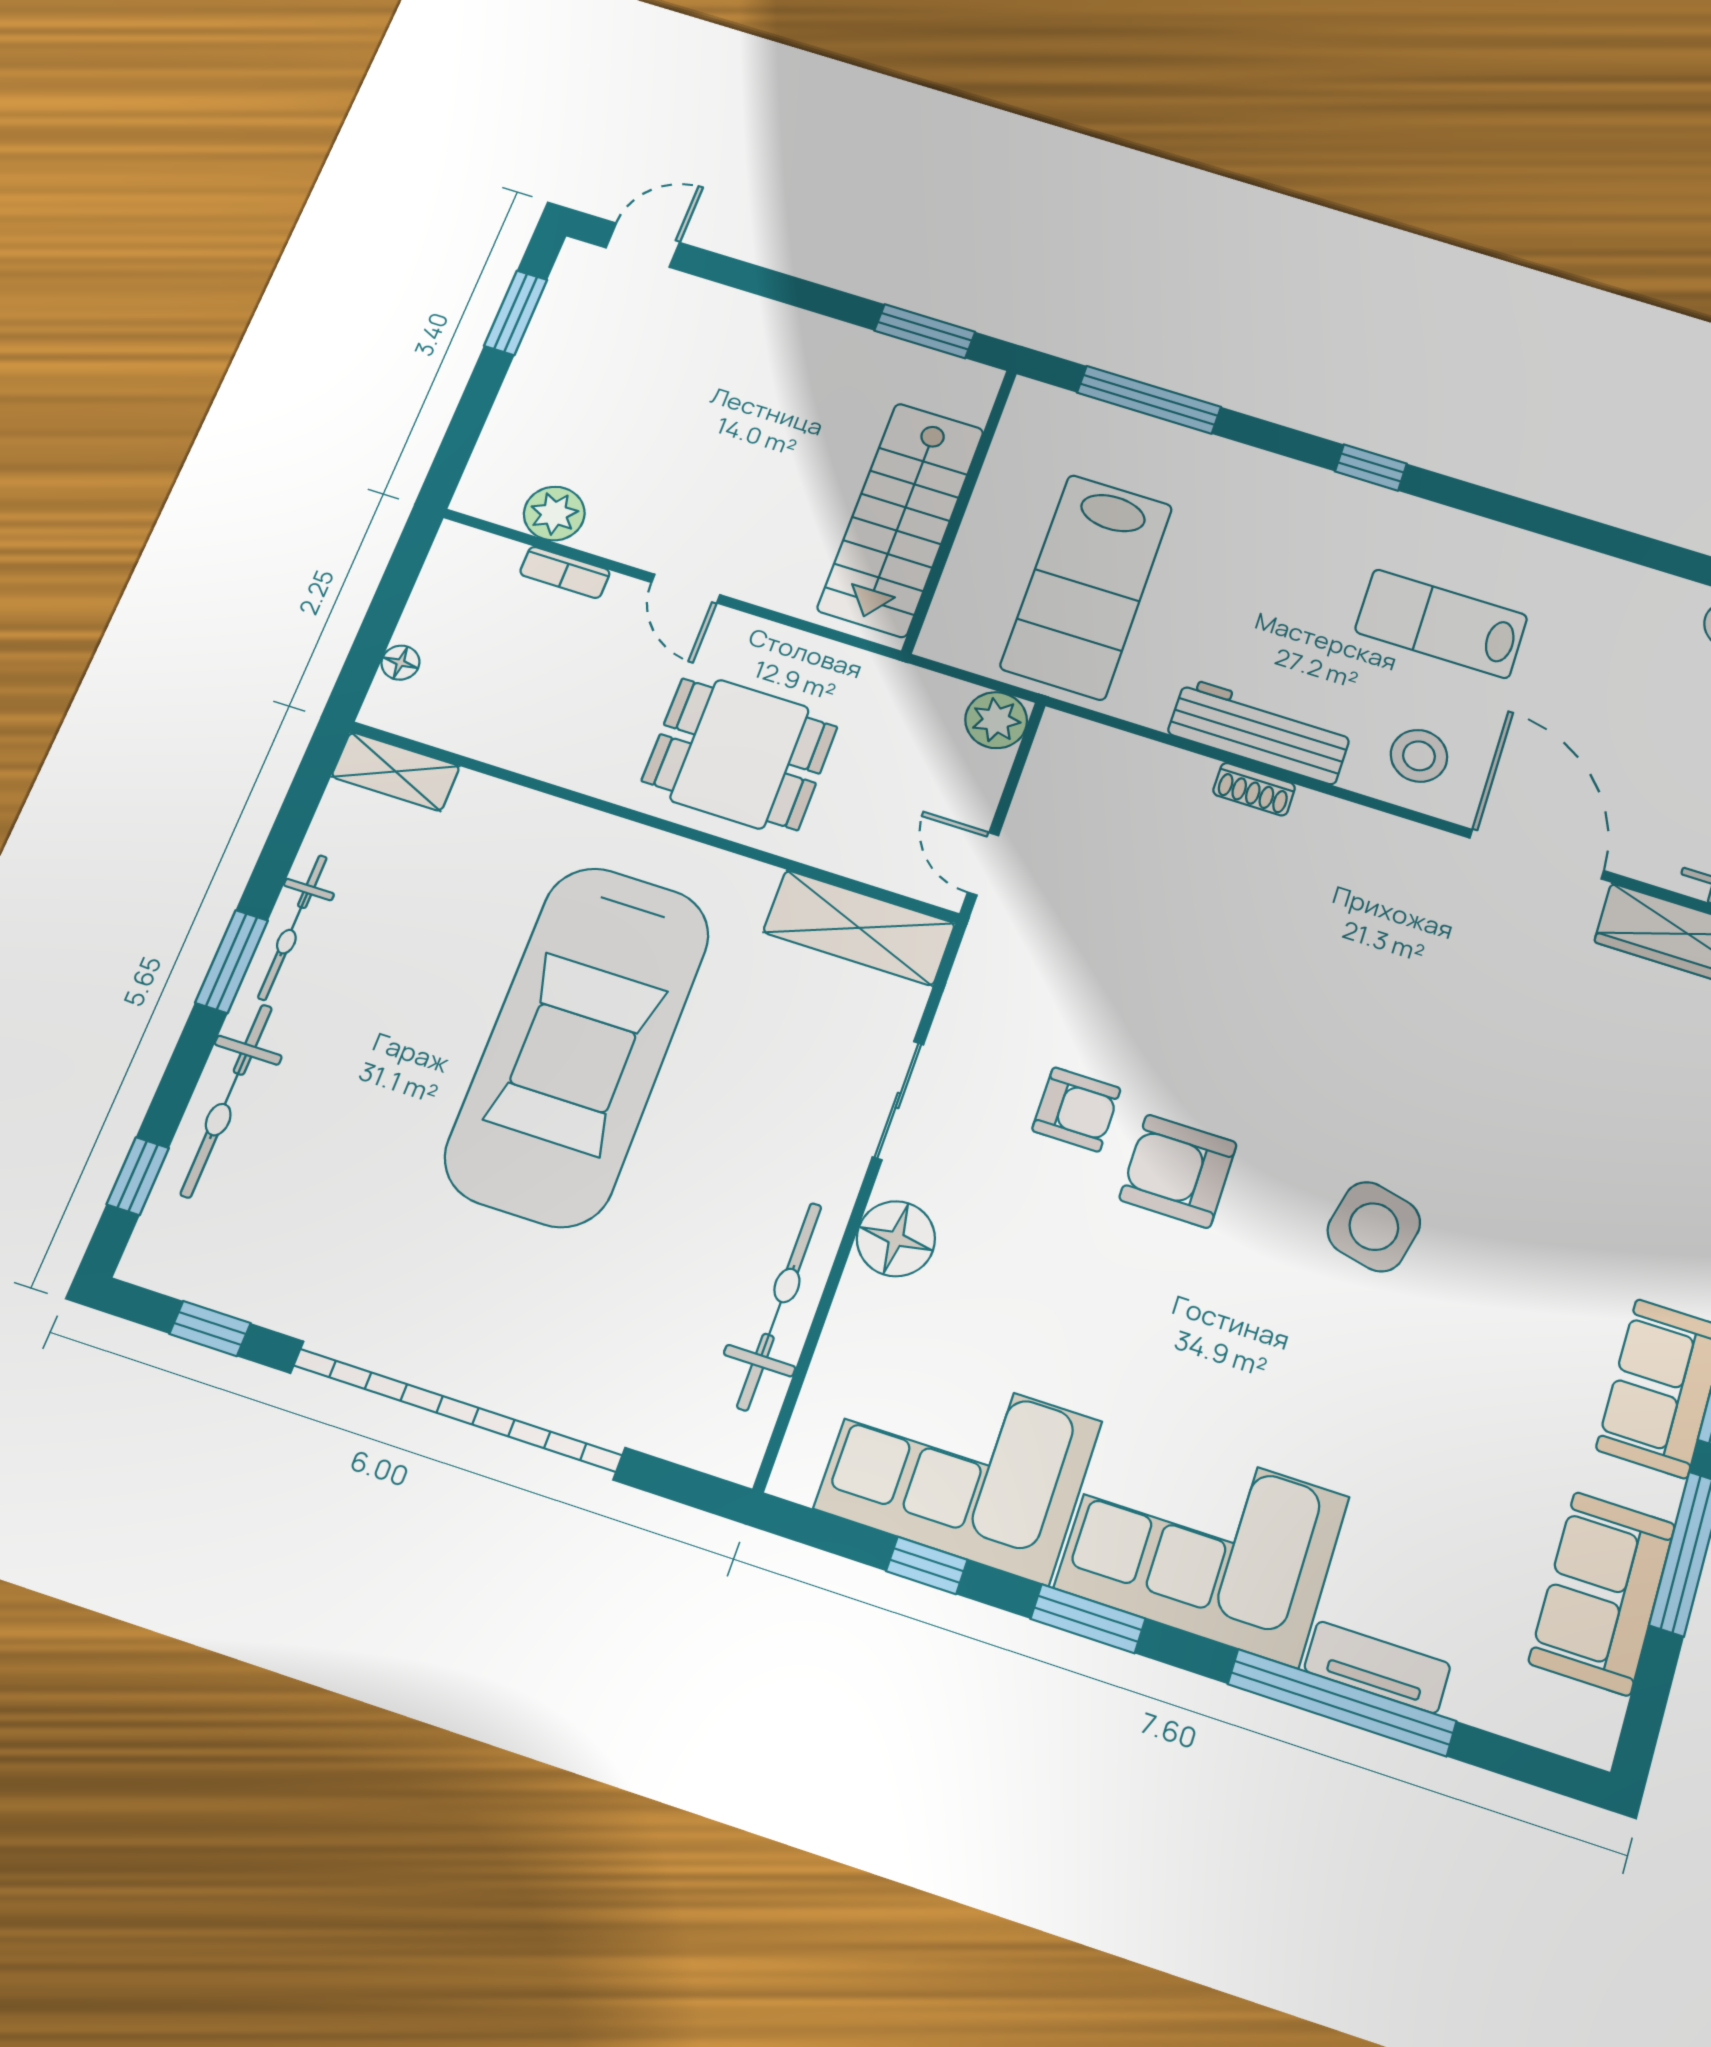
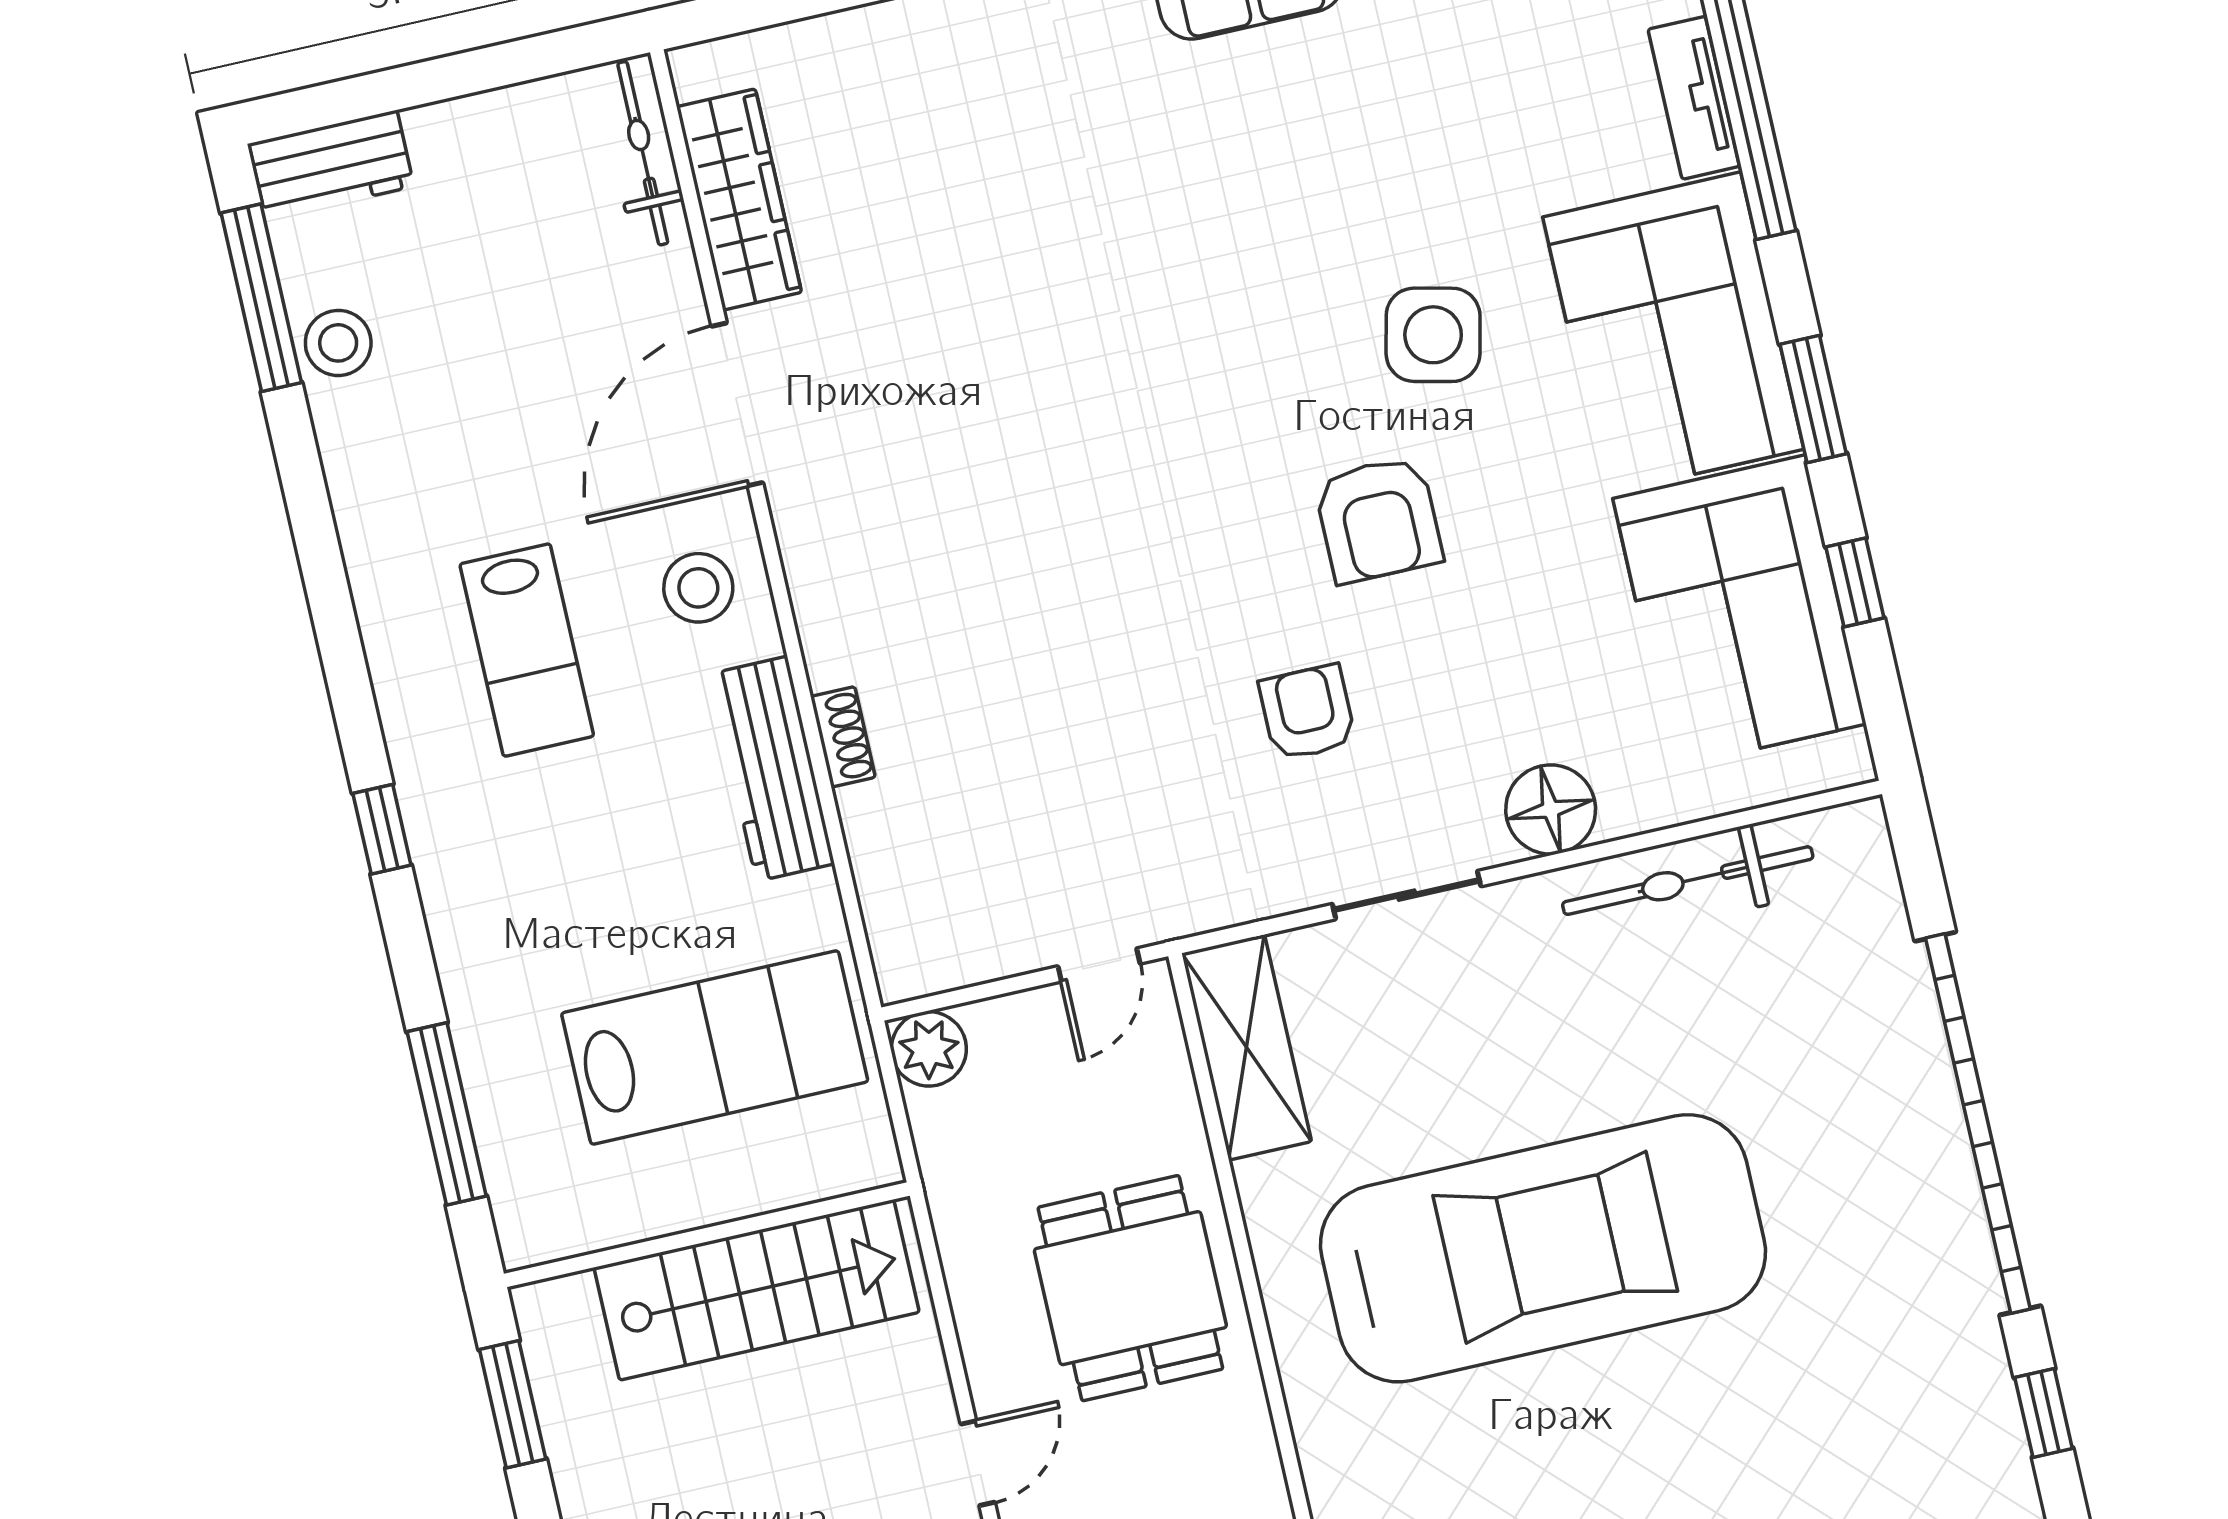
armchair: (1178, 1171) -> (1378, 520), moved
side table: (1374, 1227) -> (1433, 335), moved

